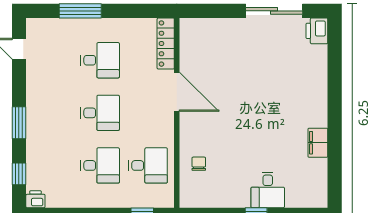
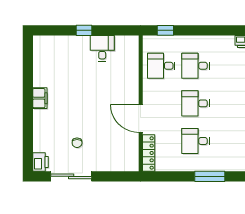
filing cabinet: (318, 143) -> (40, 98), moved
chair: (199, 164) -> (77, 143), moved
desk: (268, 190) -> (102, 48), moved

